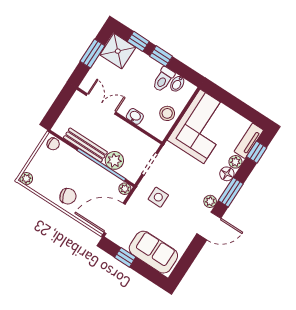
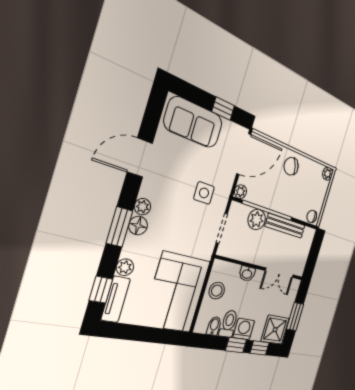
washing machine: (150, 67) -> (244, 329), added
floor lamp: (227, 174) -> (138, 226), moved
door: (209, 226) -> (140, 158), moved

